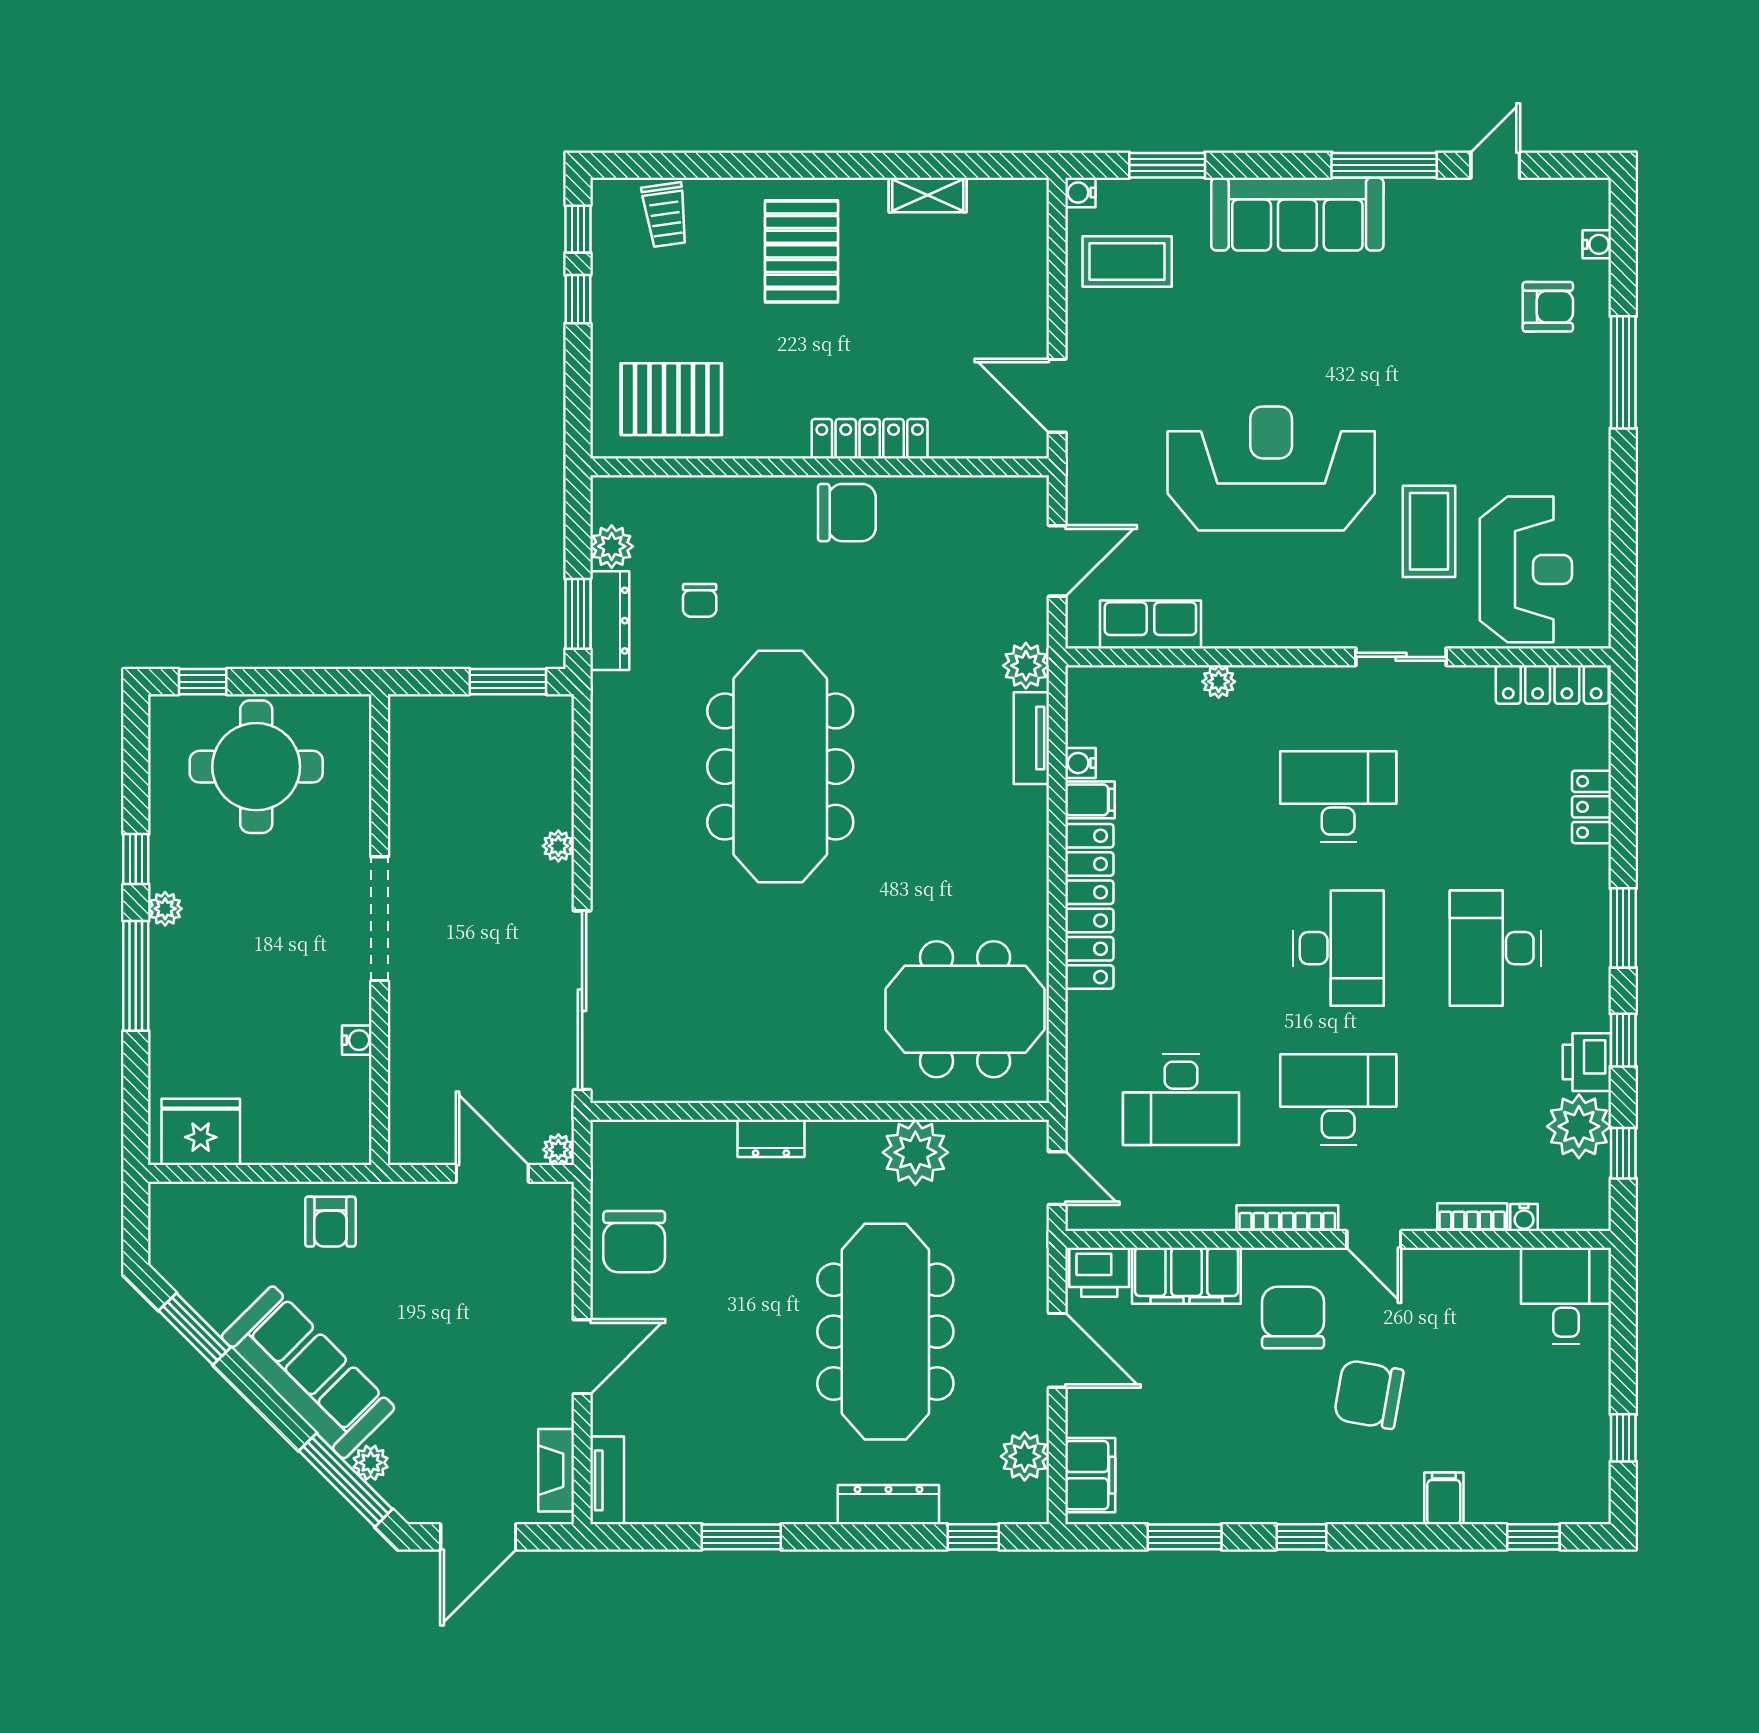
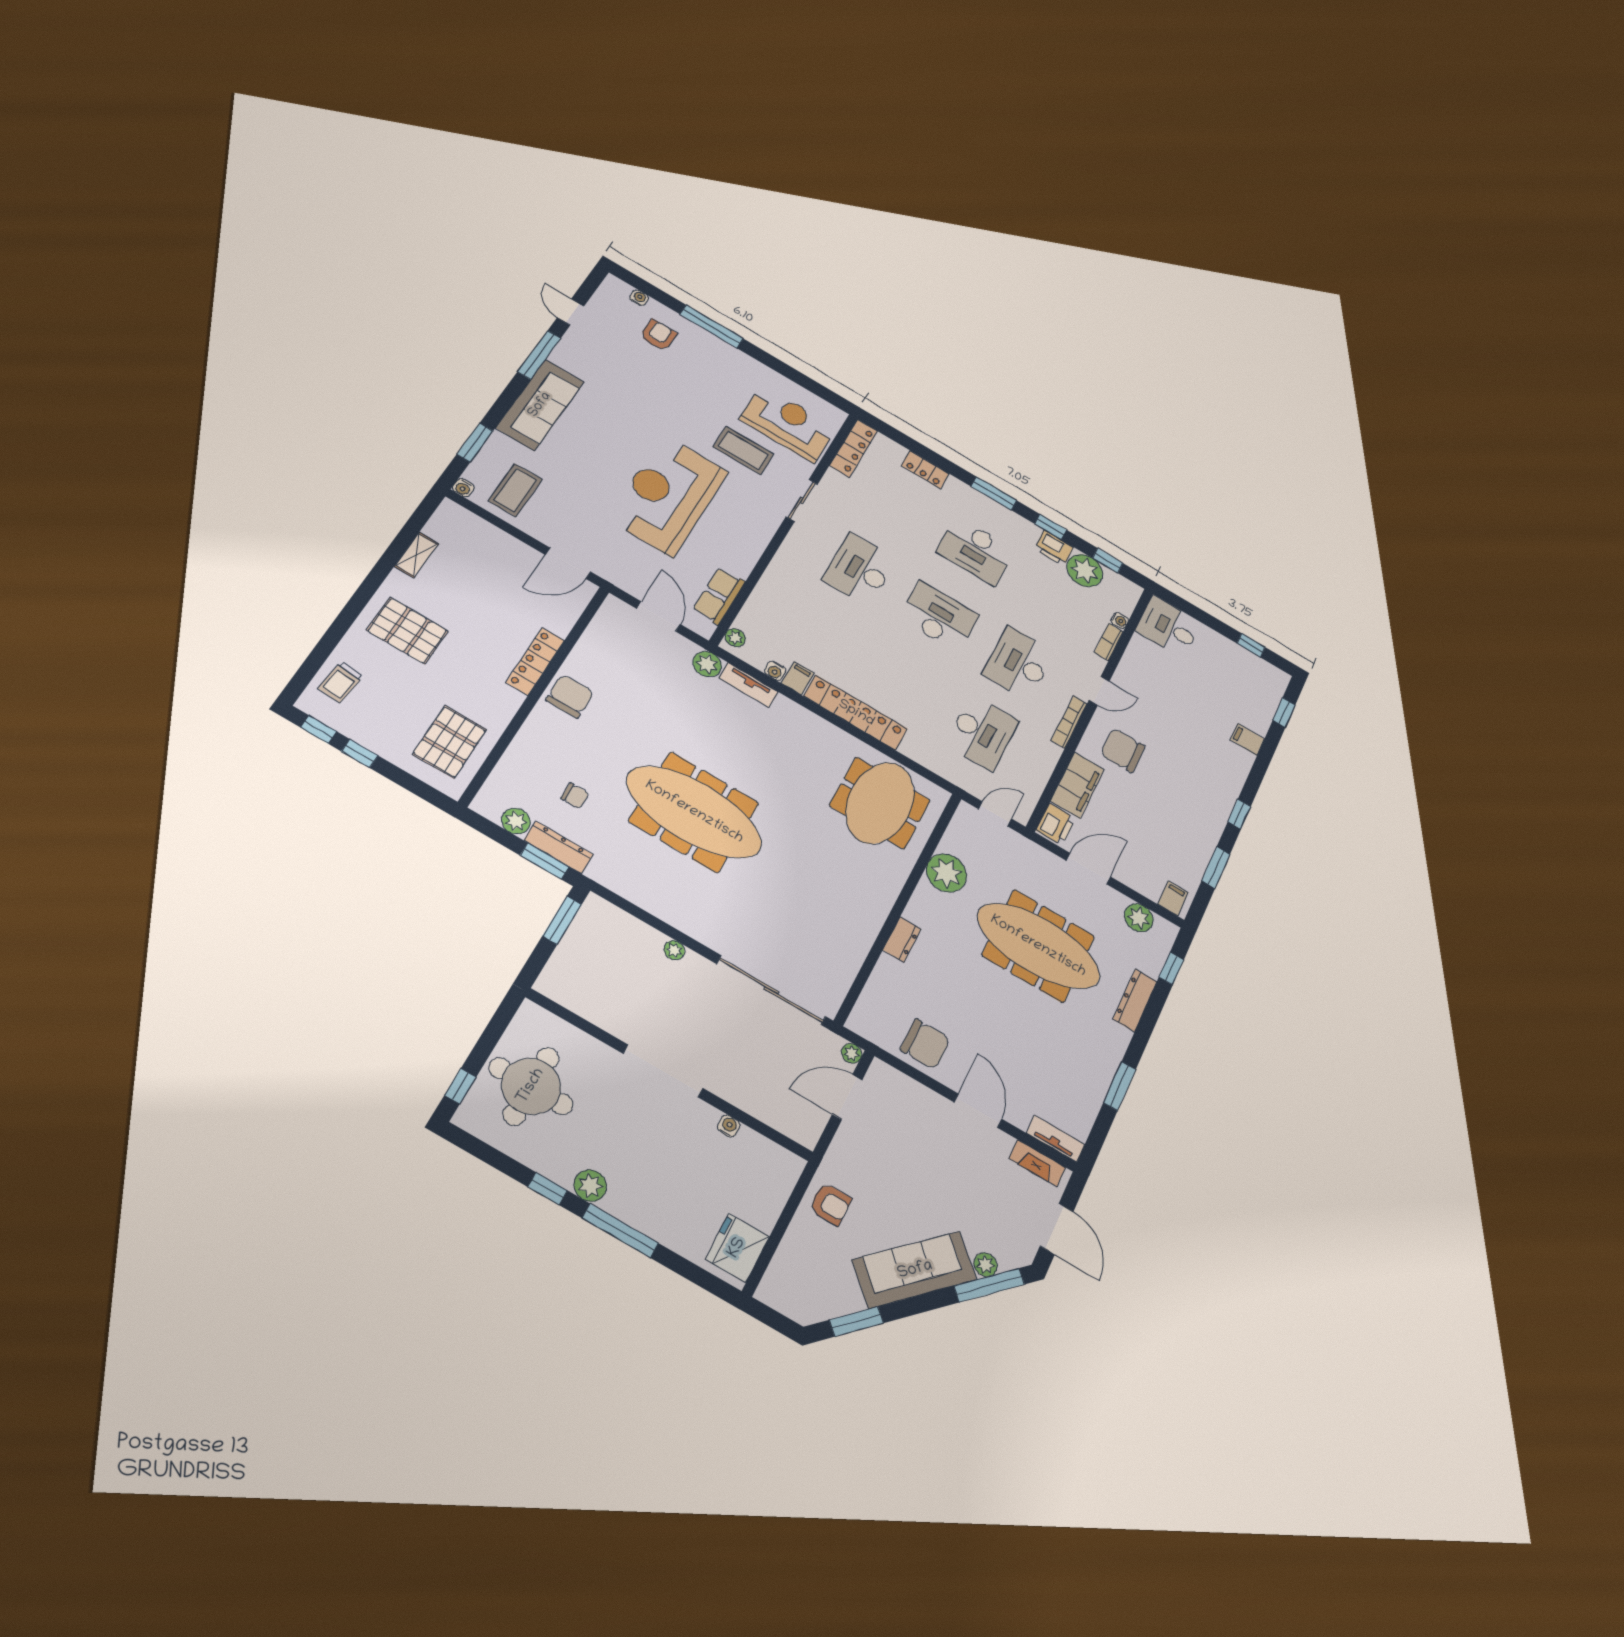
trolley: (665, 215) -> (341, 682), turned 103
plant: (1219, 682) -> (735, 638), moved
plant: (165, 909) -> (590, 1186), width x1.38, depth x1.38
chair: (1369, 1394) -> (1179, 741), removed
filing cabinet: (1090, 1475) -> (1173, 898), width x0.50

